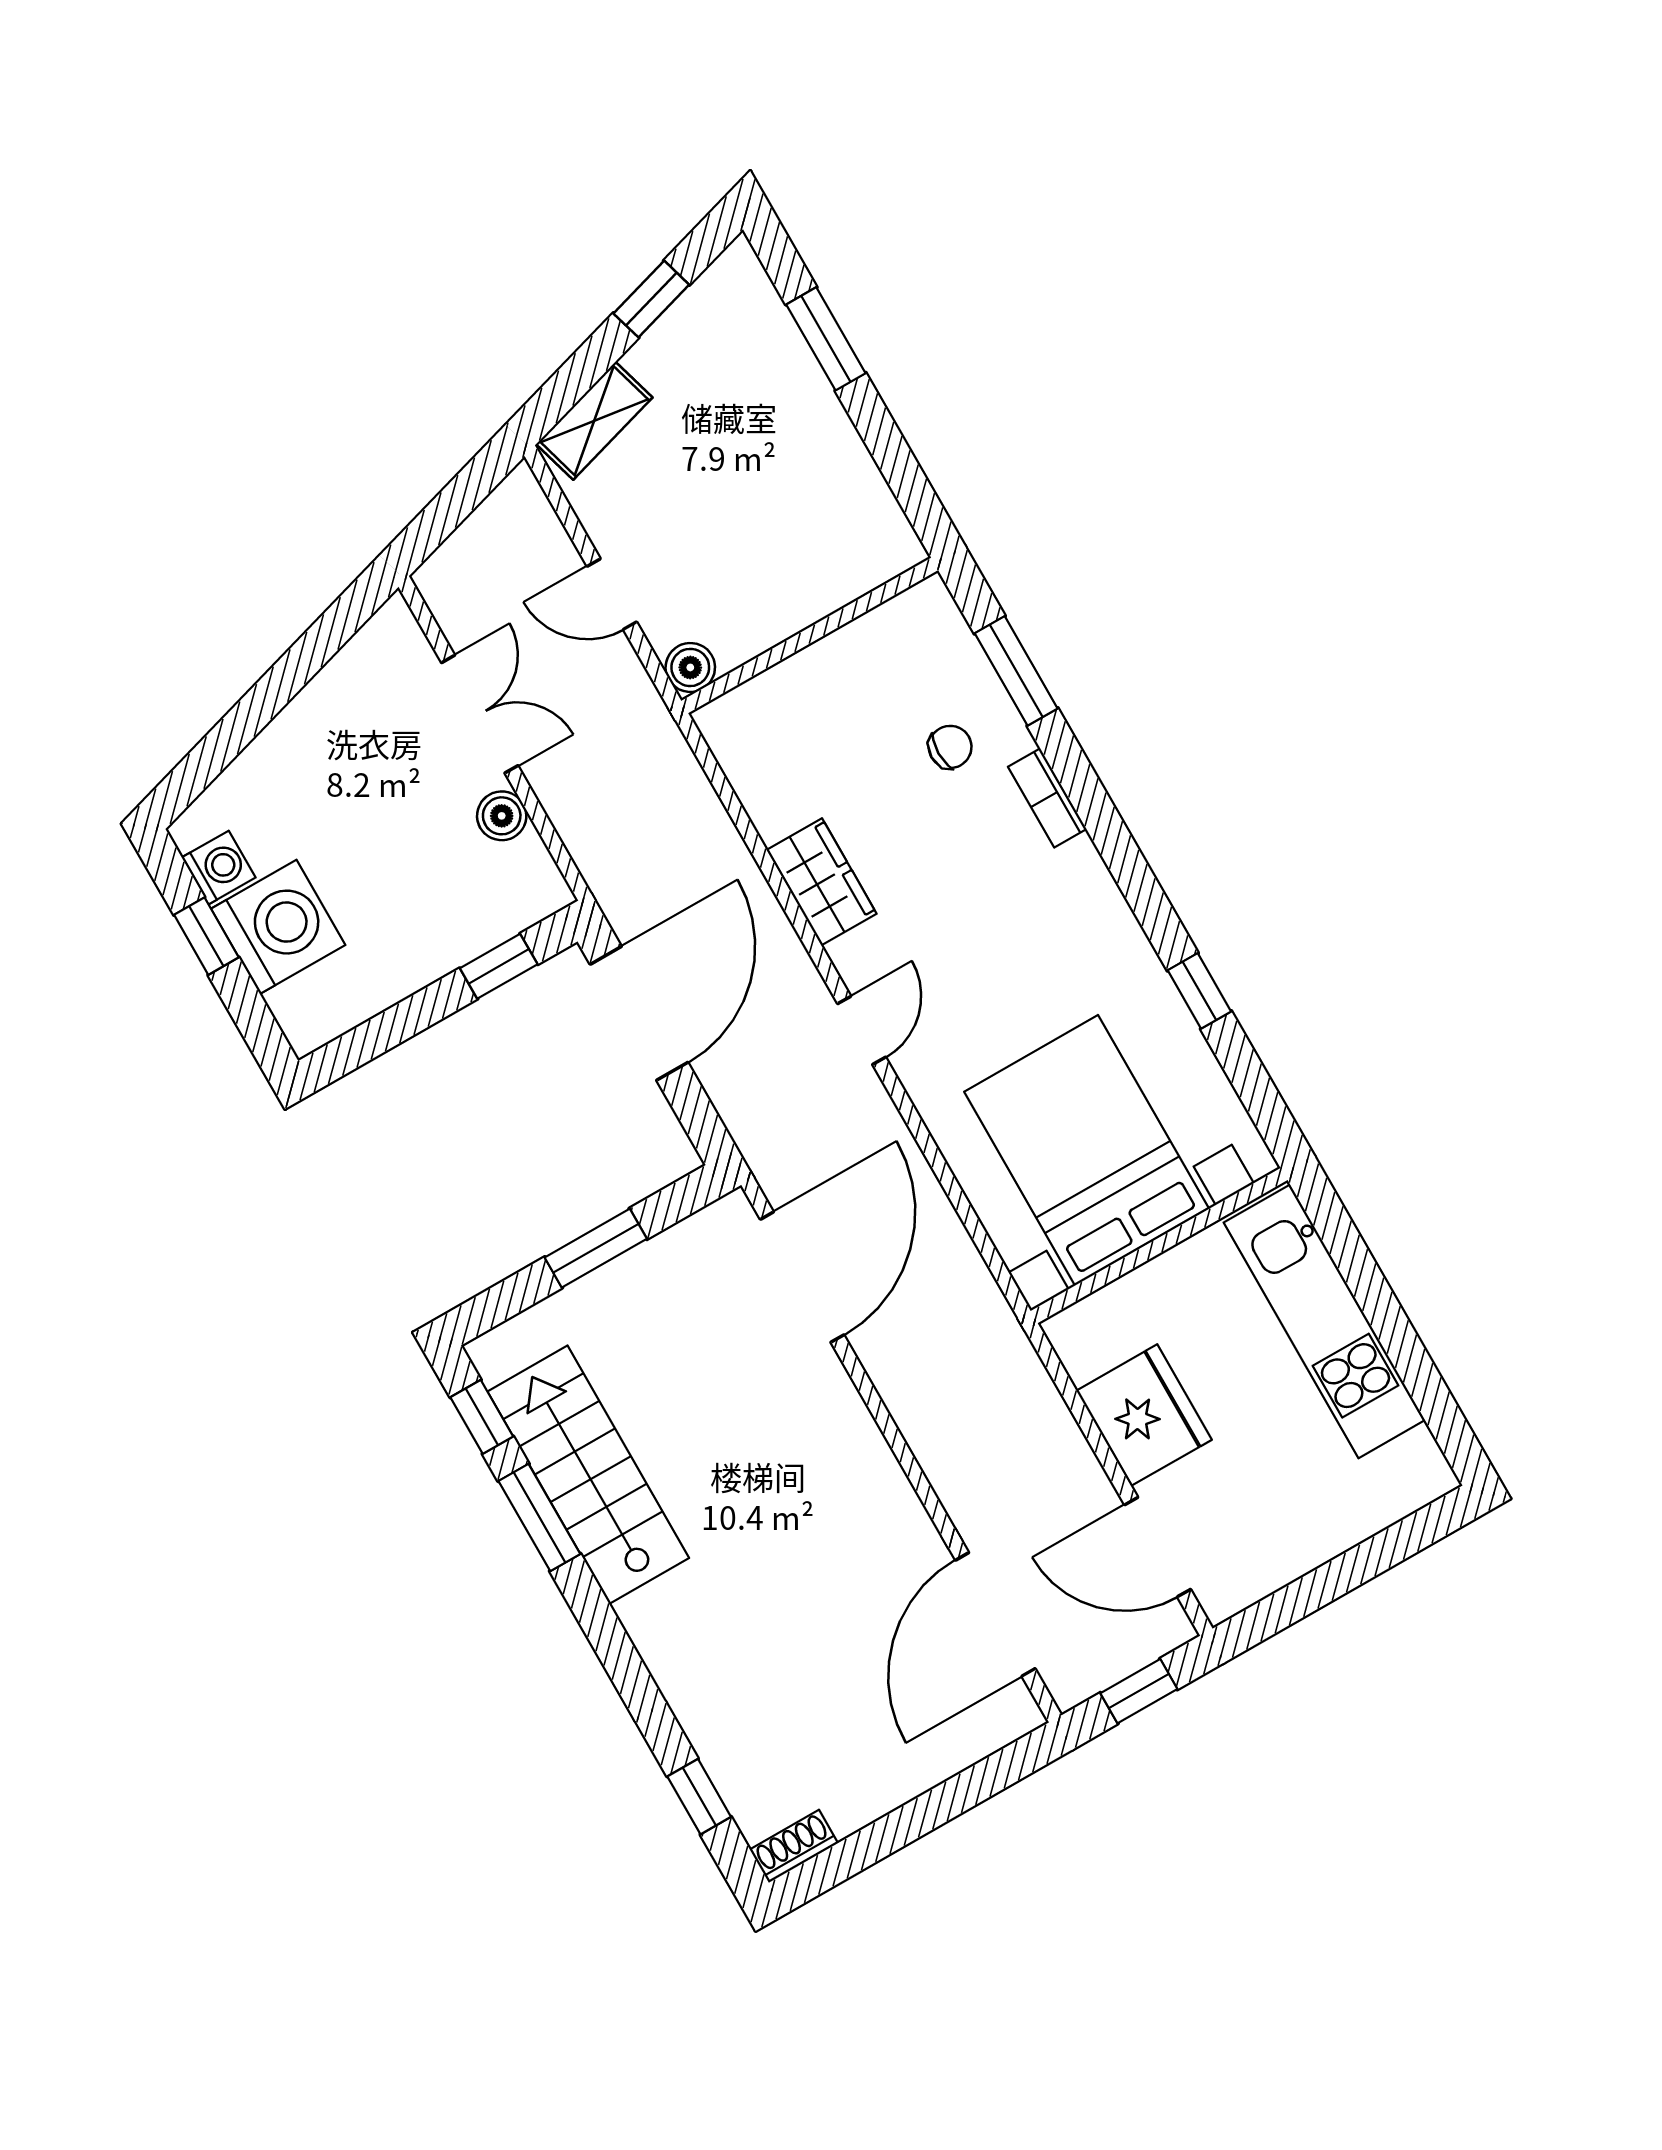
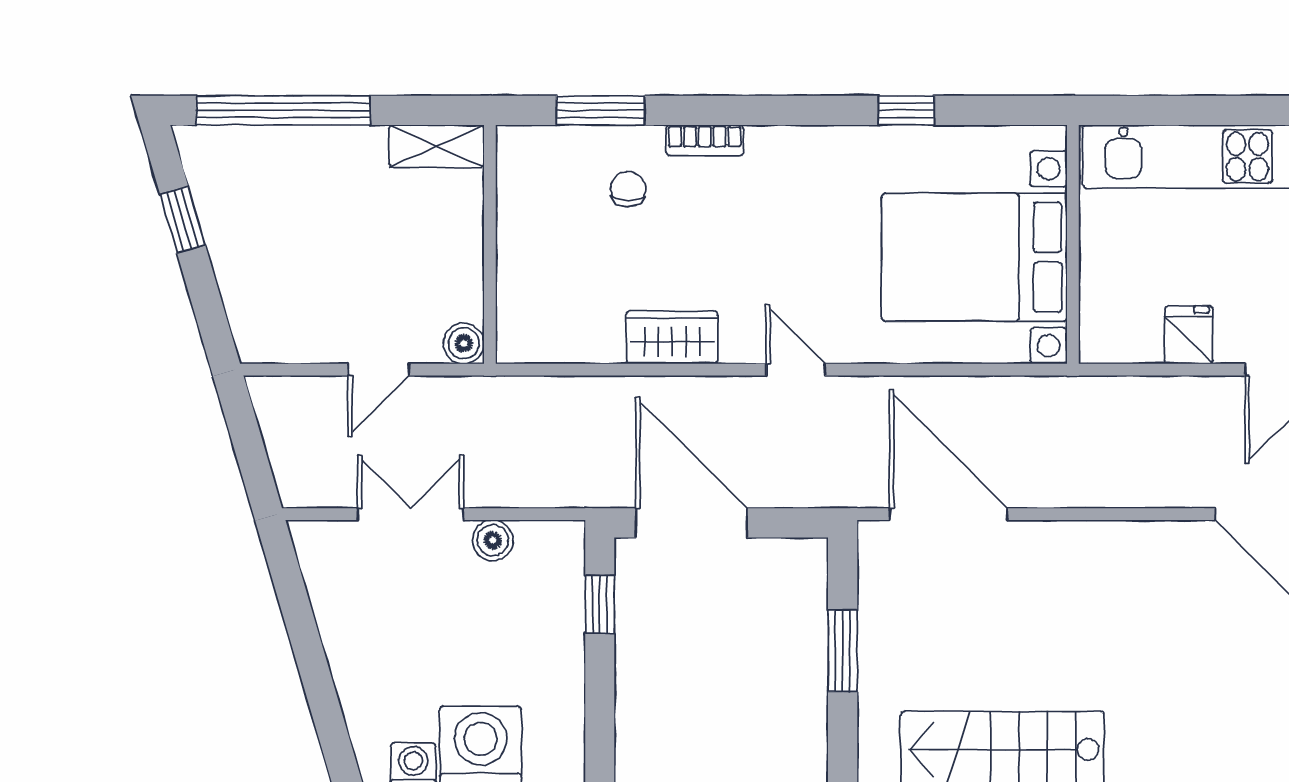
window: (826, 339) -> (283, 110), width x2.11
shelving: (594, 421) -> (437, 146), moved, turned -74
fridge: (1144, 1415) -> (1189, 335), width x0.53, depth x0.75

